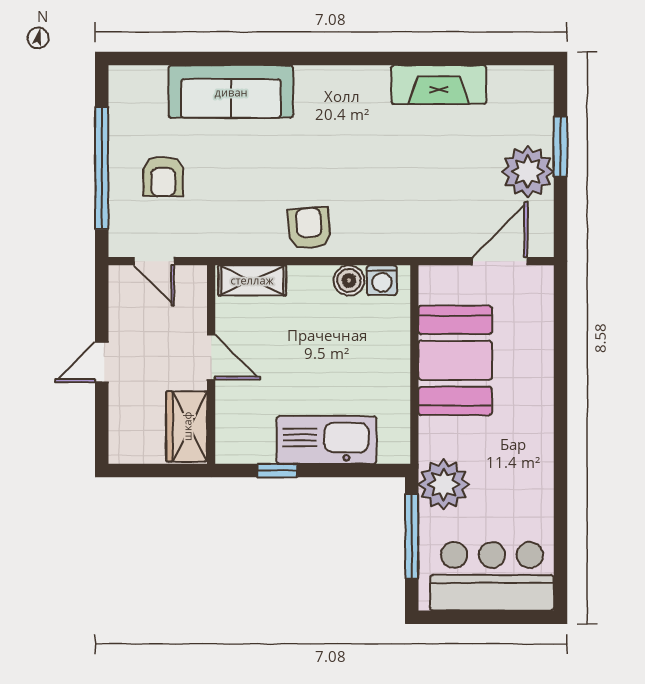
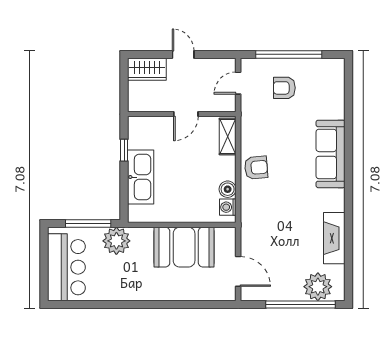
sofa: (231, 92) -> (331, 154), moved
window: (560, 147) -> (301, 304), width x2.11
plant: (528, 172) -> (318, 287), moved
wardrobe: (187, 426) -> (147, 69), moved, turned 180

